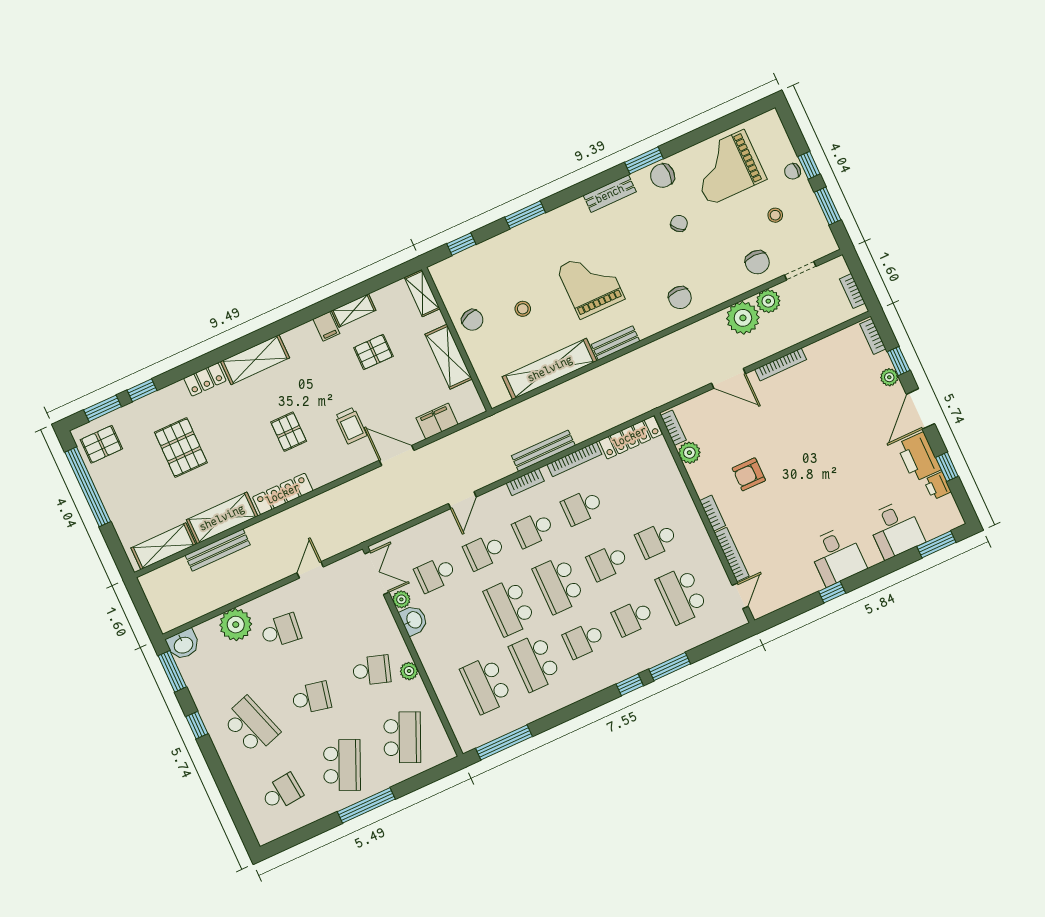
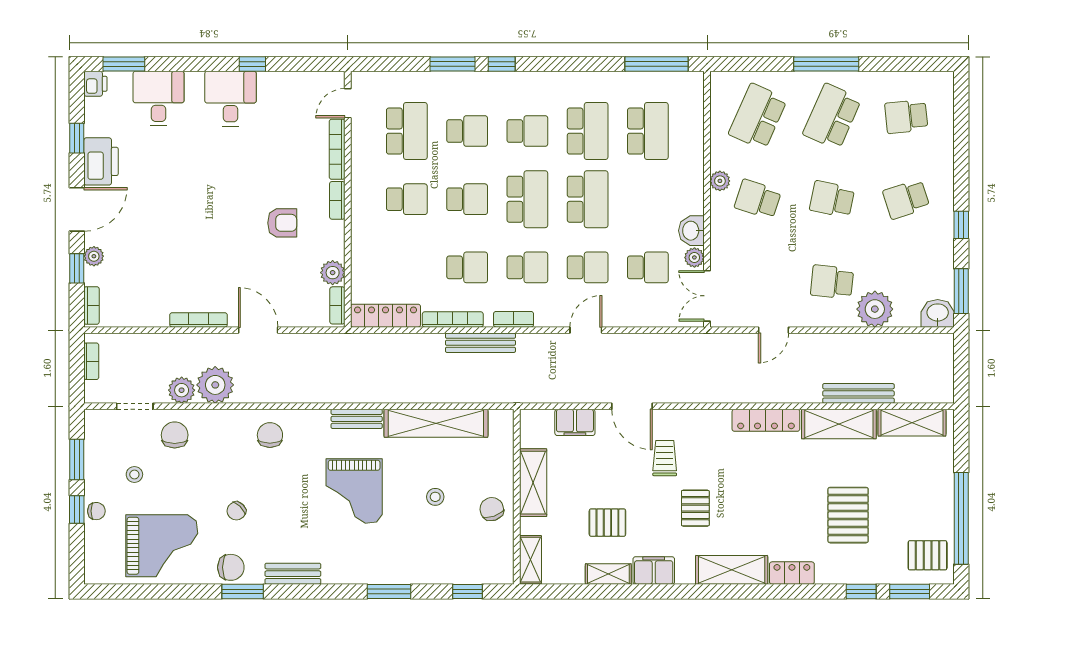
filing cabinet: (326, 326) -> (654, 571), width x2.00
pallet: (289, 432) -> (695, 508), moved
printer: (937, 486) -> (95, 84), moved
school desk: (251, 725) -> (906, 199), width x0.54

